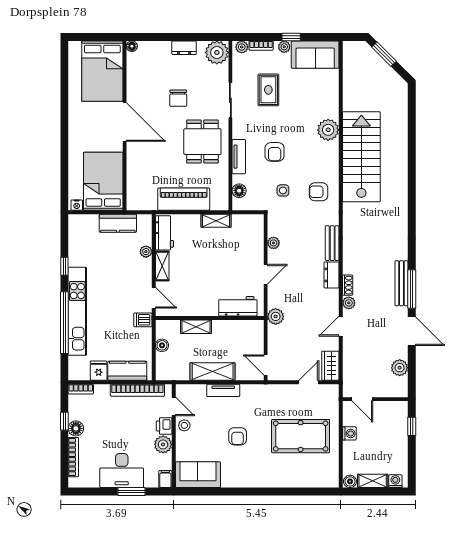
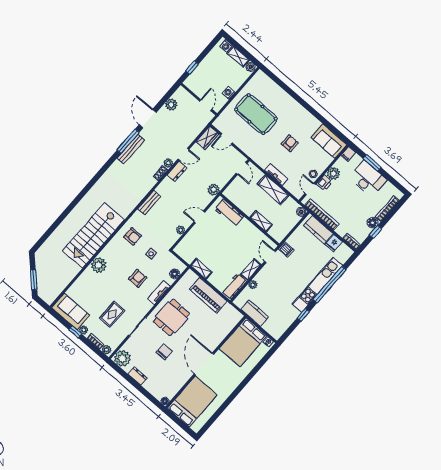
dresser: (332, 275) -> (177, 172), moved
boiler: (162, 345) -> (301, 212), moved

